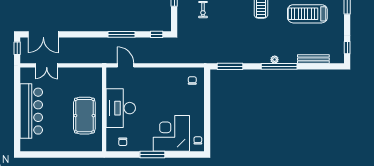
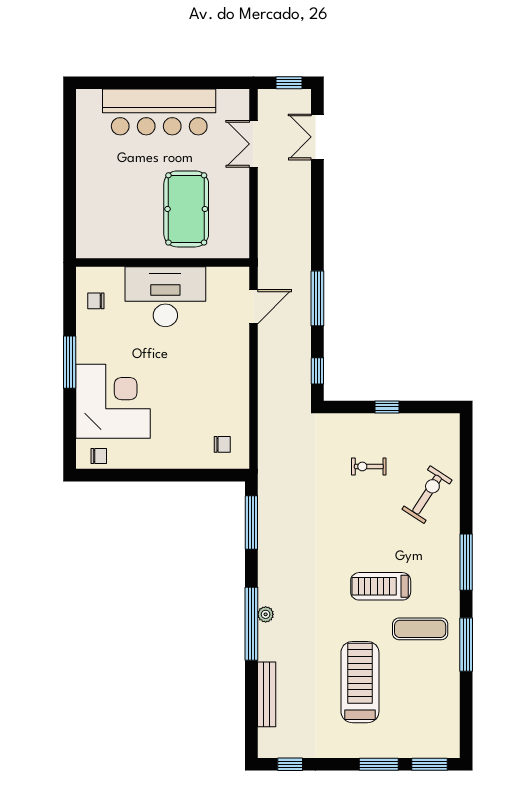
double door: (43, 34) -> (317, 137), width x0.73
pool table: (84, 116) -> (186, 209), moved, turned 90

